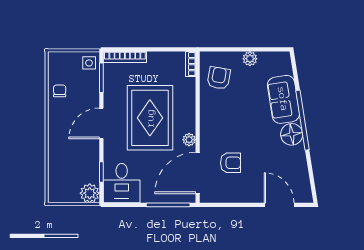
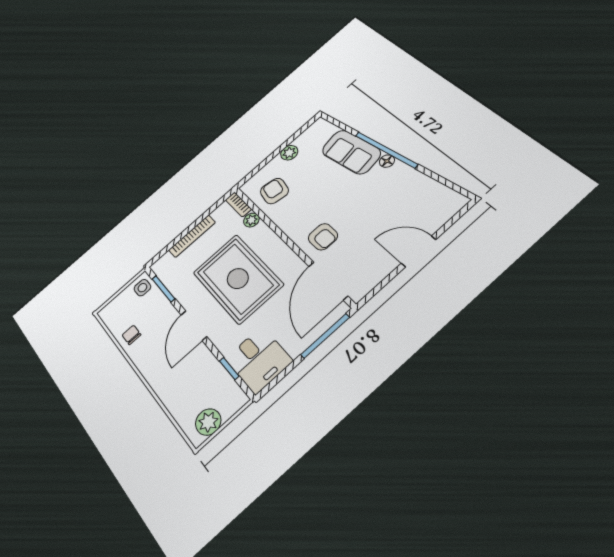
bookcase: (125, 57) -> (192, 236), moved
floor lamp: (292, 134) -> (387, 161), width x0.53, depth x0.53
plant: (189, 140) -> (251, 220), moved
armchair: (230, 163) -> (323, 237), moved, turned 90
plant: (90, 193) -> (208, 422), moved
door: (279, 205) -> (418, 251), moved

